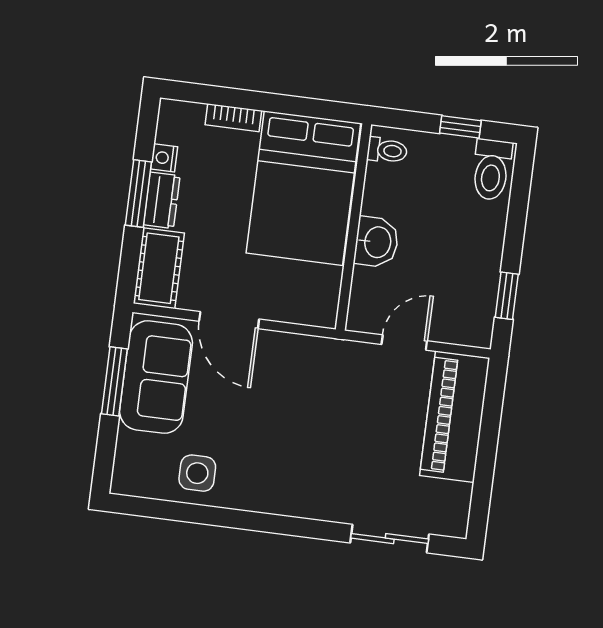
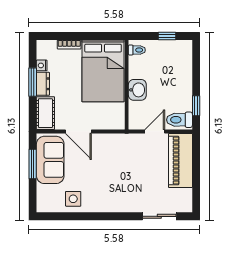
toilet: (491, 170) -> (179, 120), moved, turned 90

